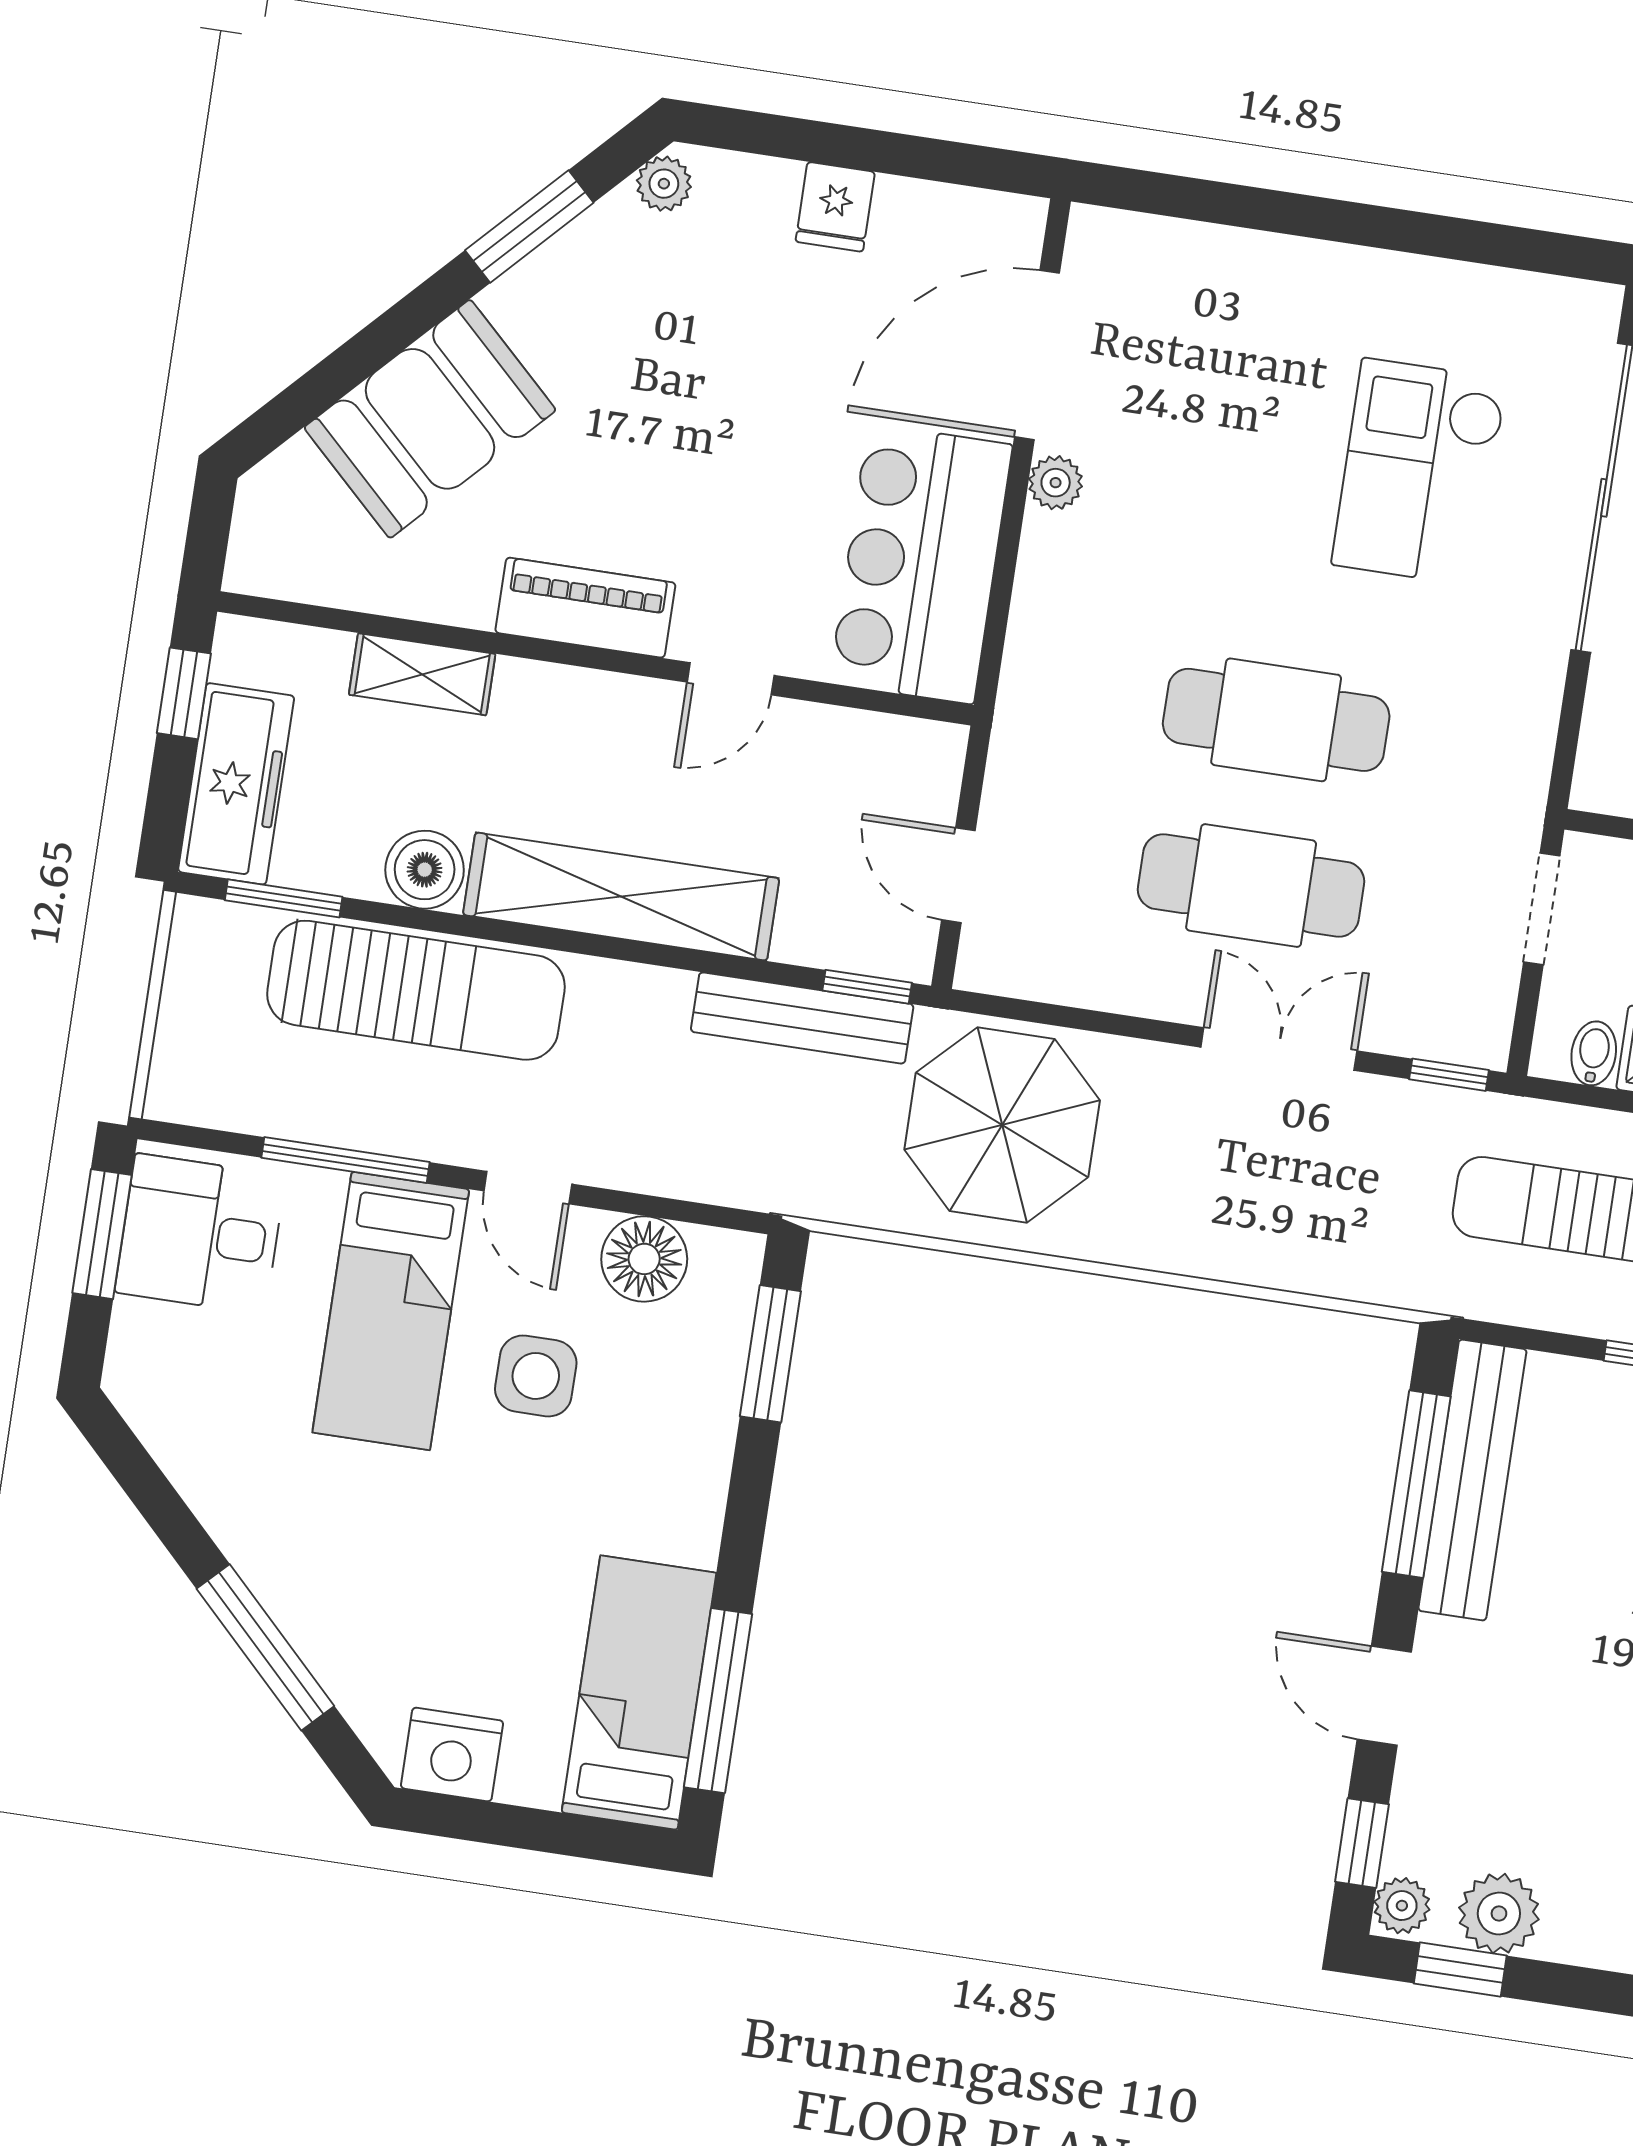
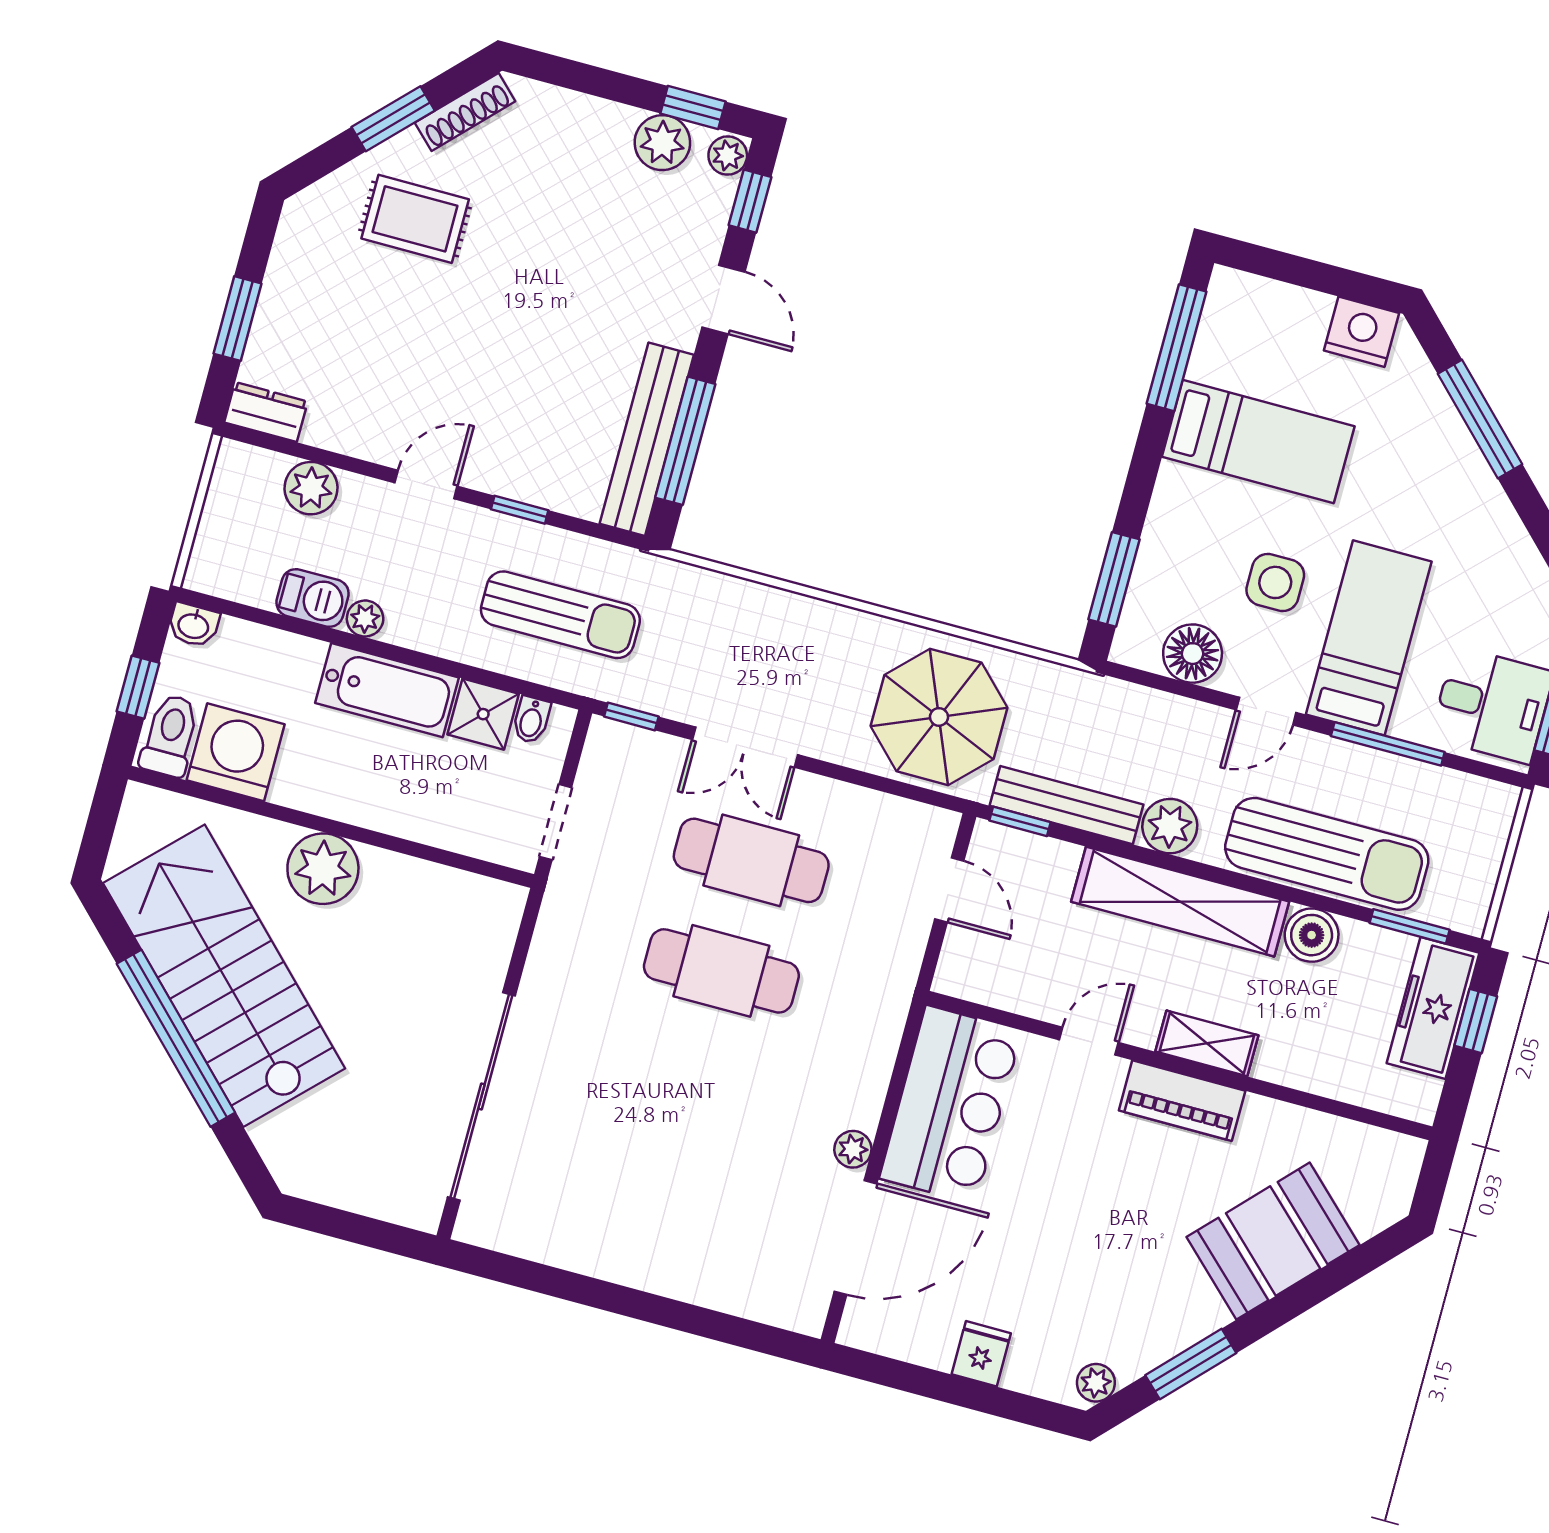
checkout: (1419, 472) -> (605, 1128), removed
shelving: (422, 674) -> (1207, 1043), moved
window: (184, 693) -> (1476, 1021), moved
sun lounger: (416, 990) -> (1327, 854), turned 180
plant: (649, 1005) -> (1170, 826), added
door: (528, 1188) -> (1266, 711), swing flipped
bed: (639, 1693) -> (1258, 442), moved, turned -90

